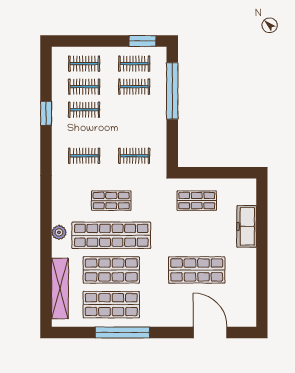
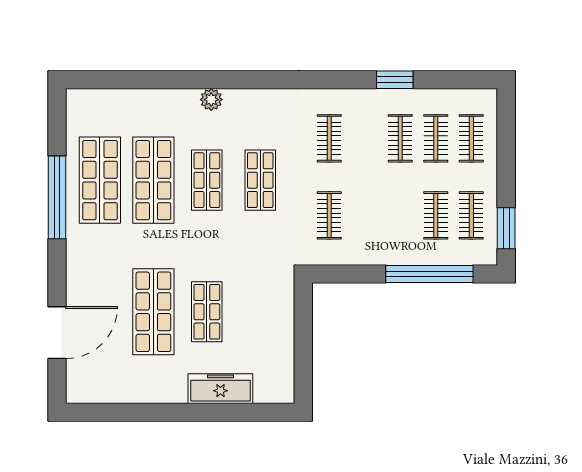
shop shelf: (197, 201) -> (207, 312), moved
shop shelf: (111, 235) -> (207, 180), width x0.50, depth x0.74
shelving: (60, 288) -> (125, 101), removed

